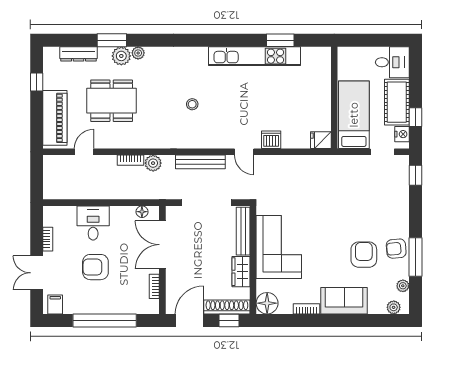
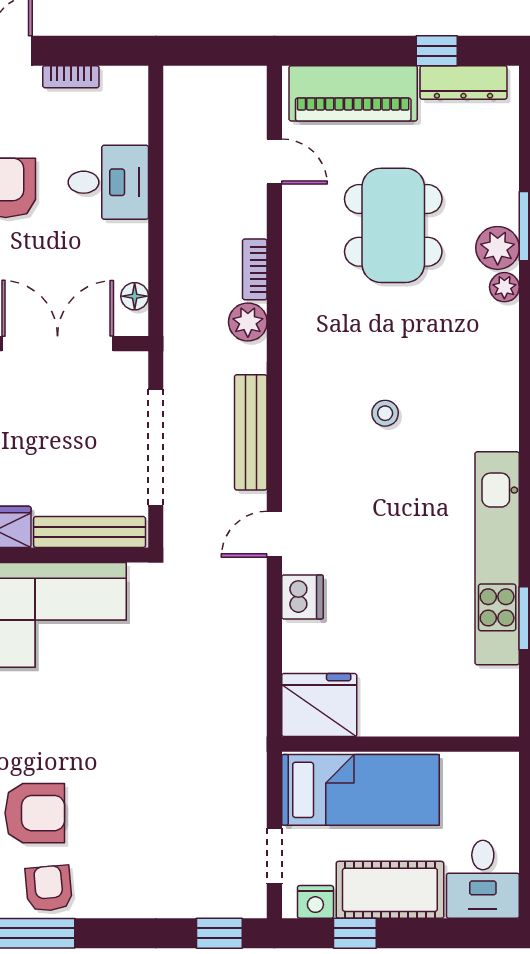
dresser: (79, 54) -> (463, 82), moved, turned -90
fridge: (321, 140) -> (319, 705), width x1.88, depth x1.34

